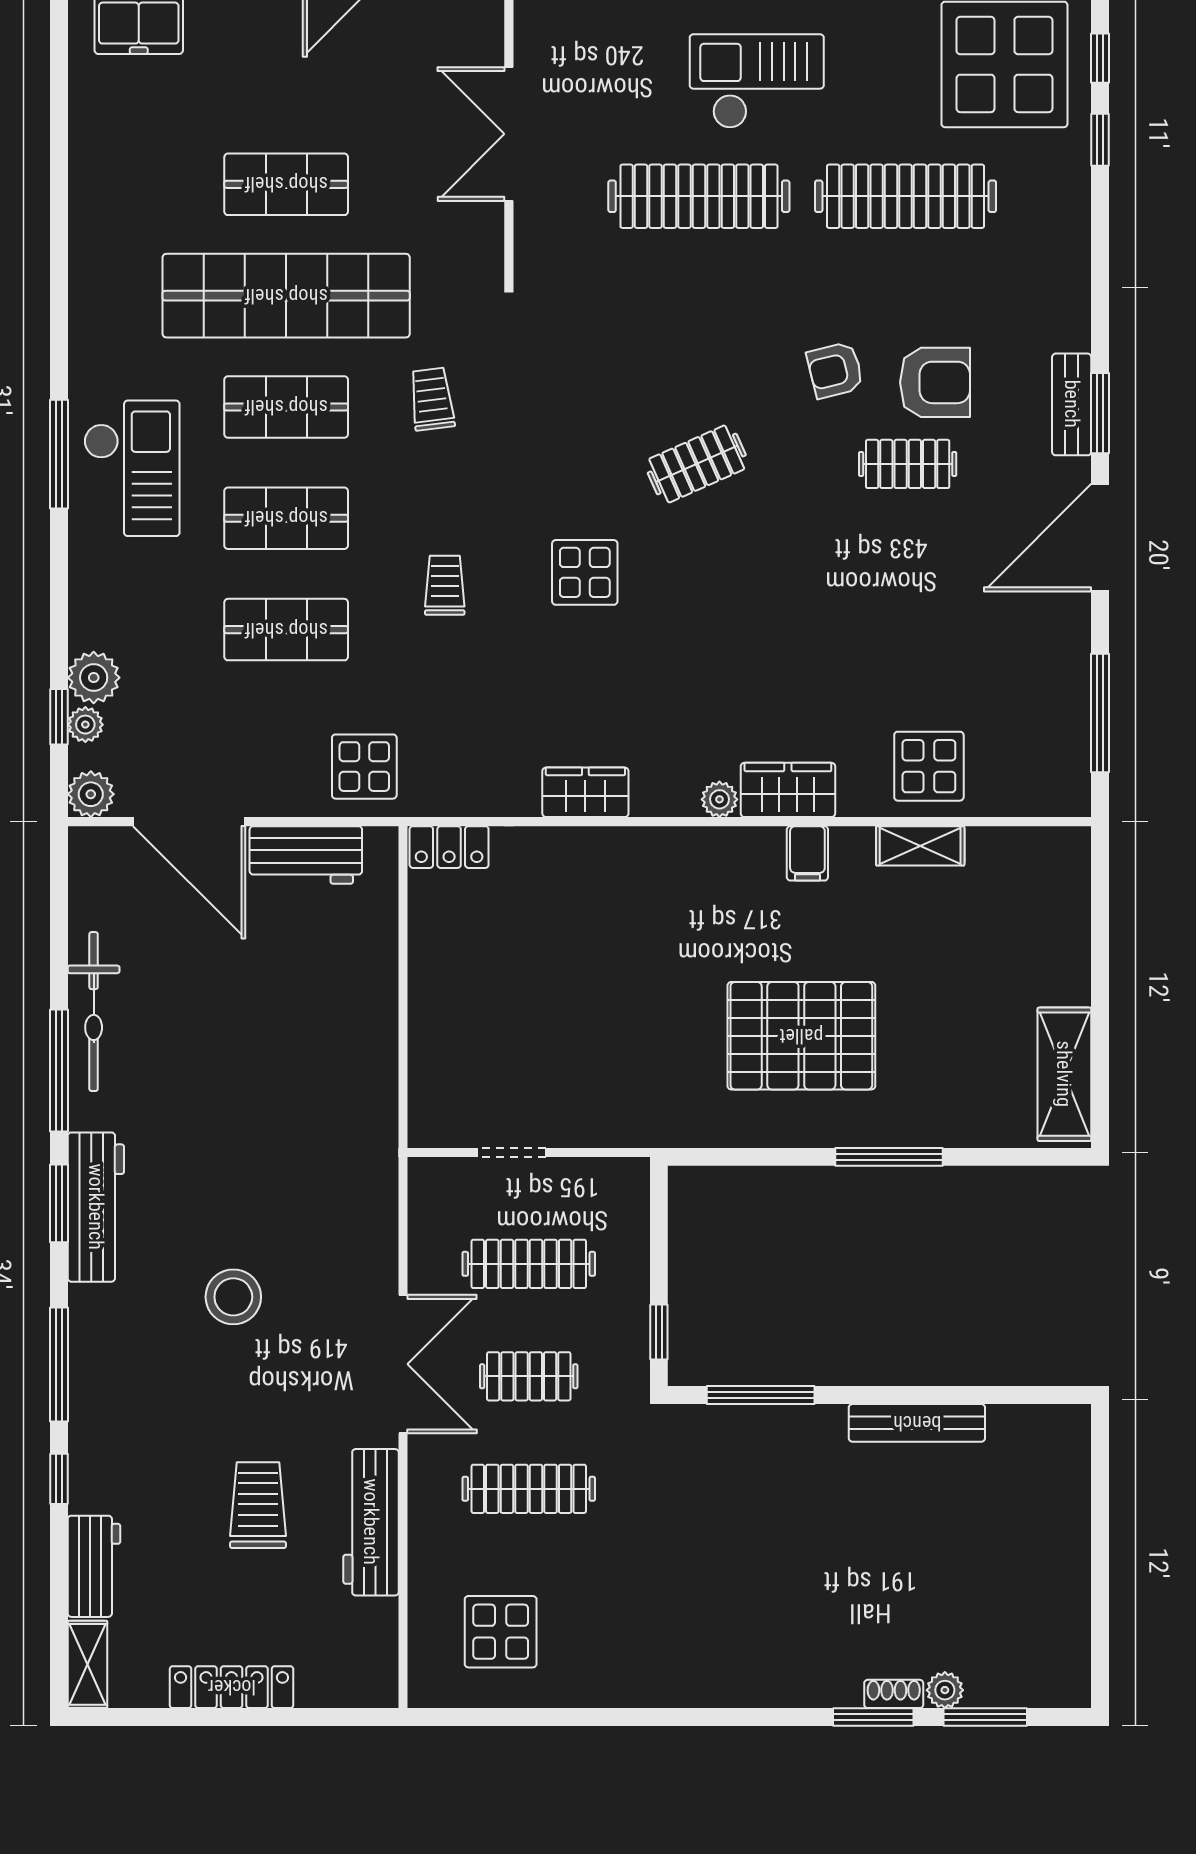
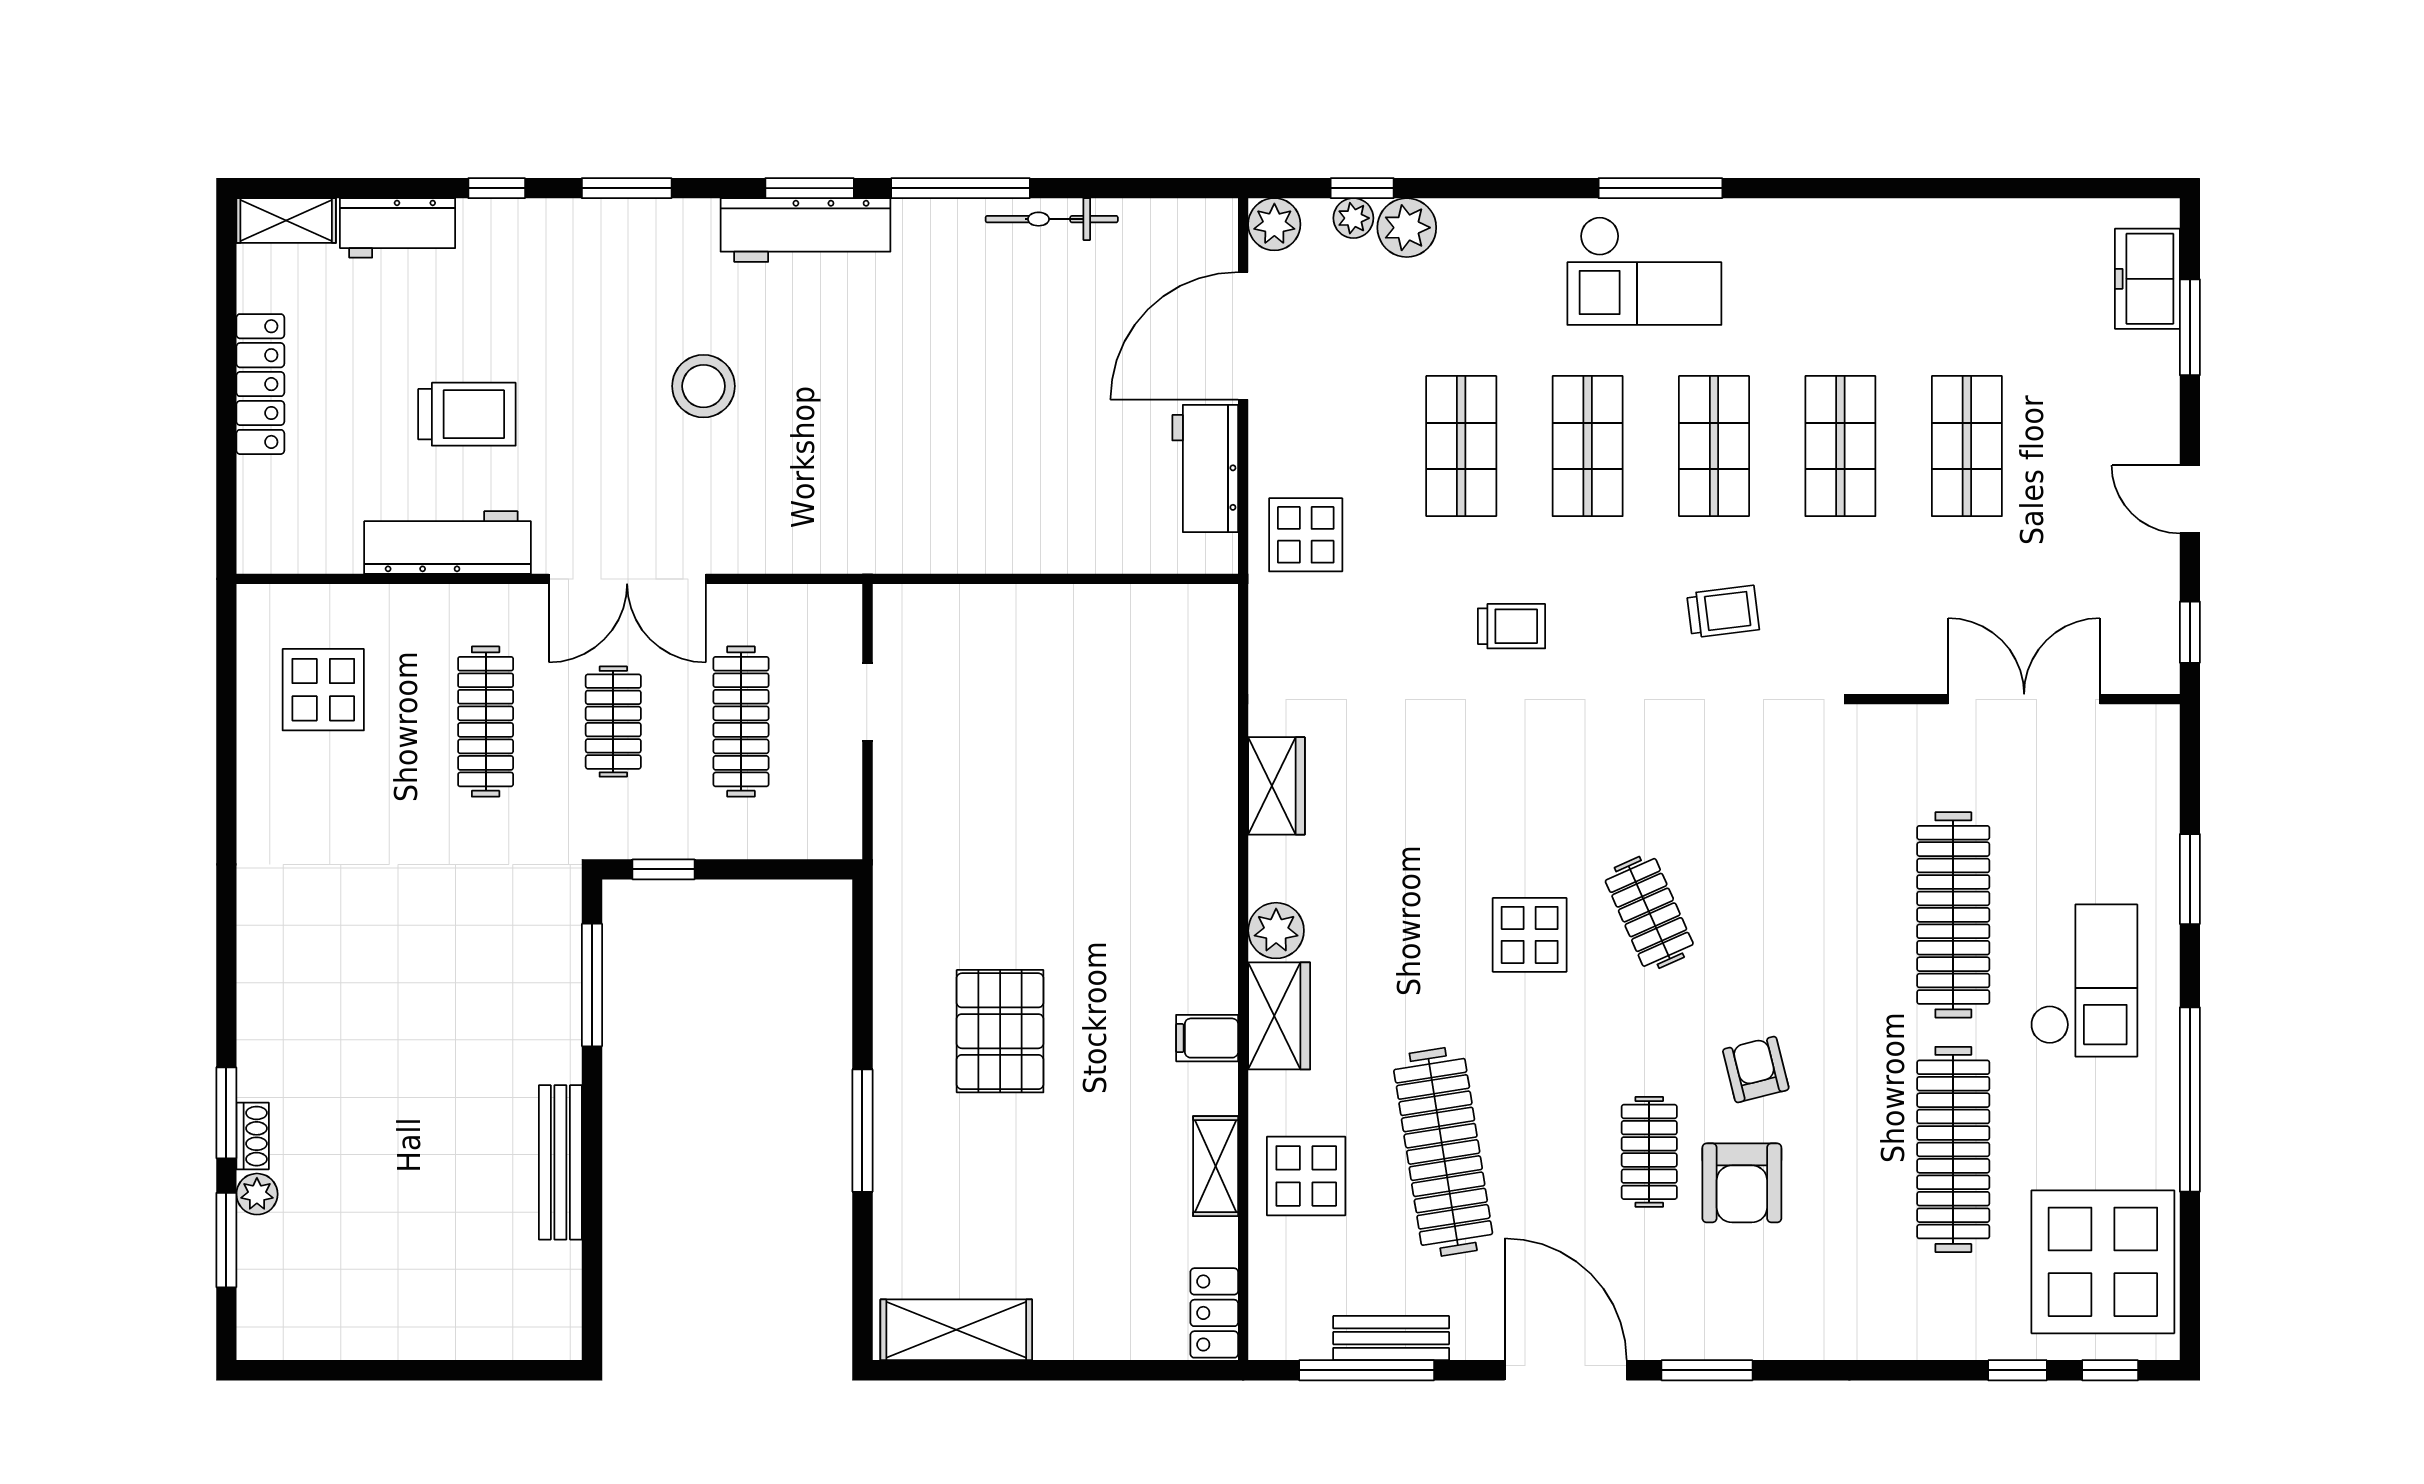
shop shelf: (286, 296) -> (1840, 446), width x0.50, depth x0.74
bench: (1072, 404) -> (1391, 1338), moved
display table: (585, 572) -> (1530, 935), moved
clothes rail: (908, 645) -> (1443, 1152), added
plant: (719, 799) -> (1276, 931), width x1.38, depth x1.38
locker: (449, 847) -> (1214, 1313), moved
bicycle: (94, 1012) -> (1052, 219), width x0.73, depth x0.71
pallet: (801, 1036) -> (1000, 1031), width x0.73, depth x0.71
window: (59, 1365) -> (627, 188), width x0.69

